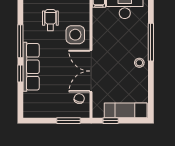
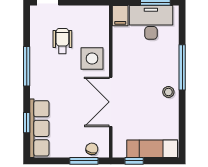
row of seats: (31, 67) -> (39, 128), moved
window: (20, 74) -> (27, 123), moved
chair: (79, 99) -> (92, 149), moved

